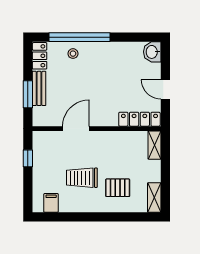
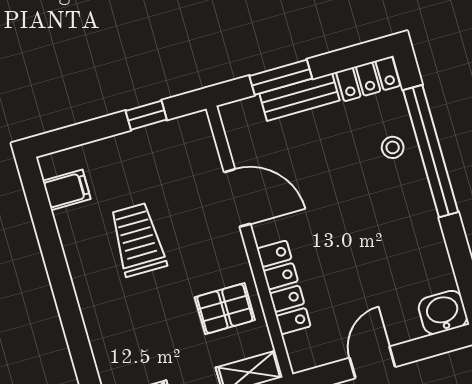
locker: (139, 119) -> (284, 287), moved
pallet: (118, 188) -> (225, 309), moved, turned 90

